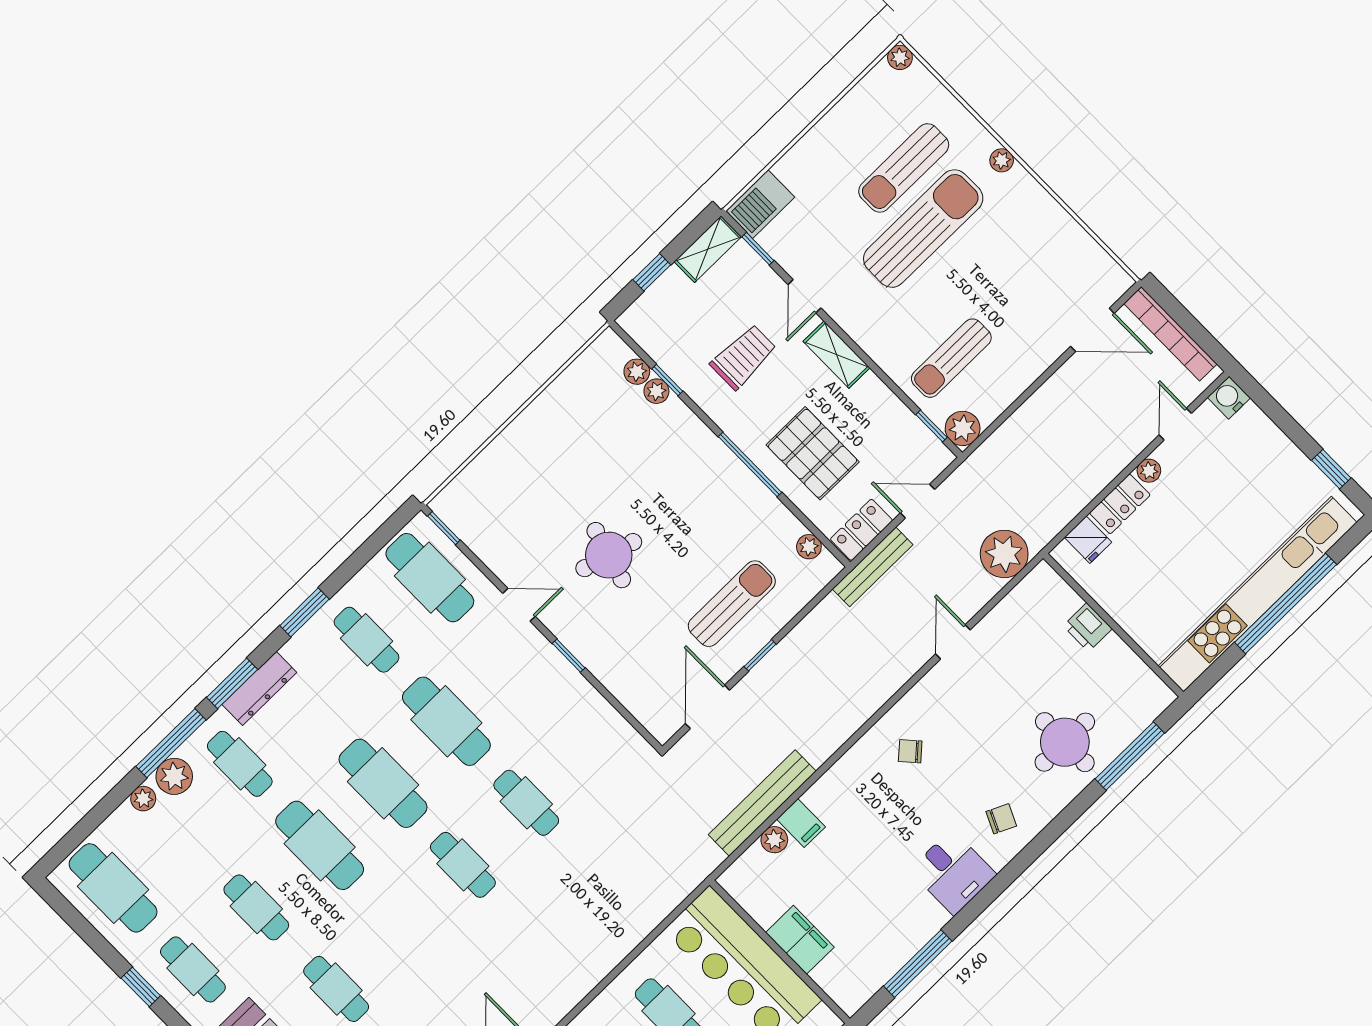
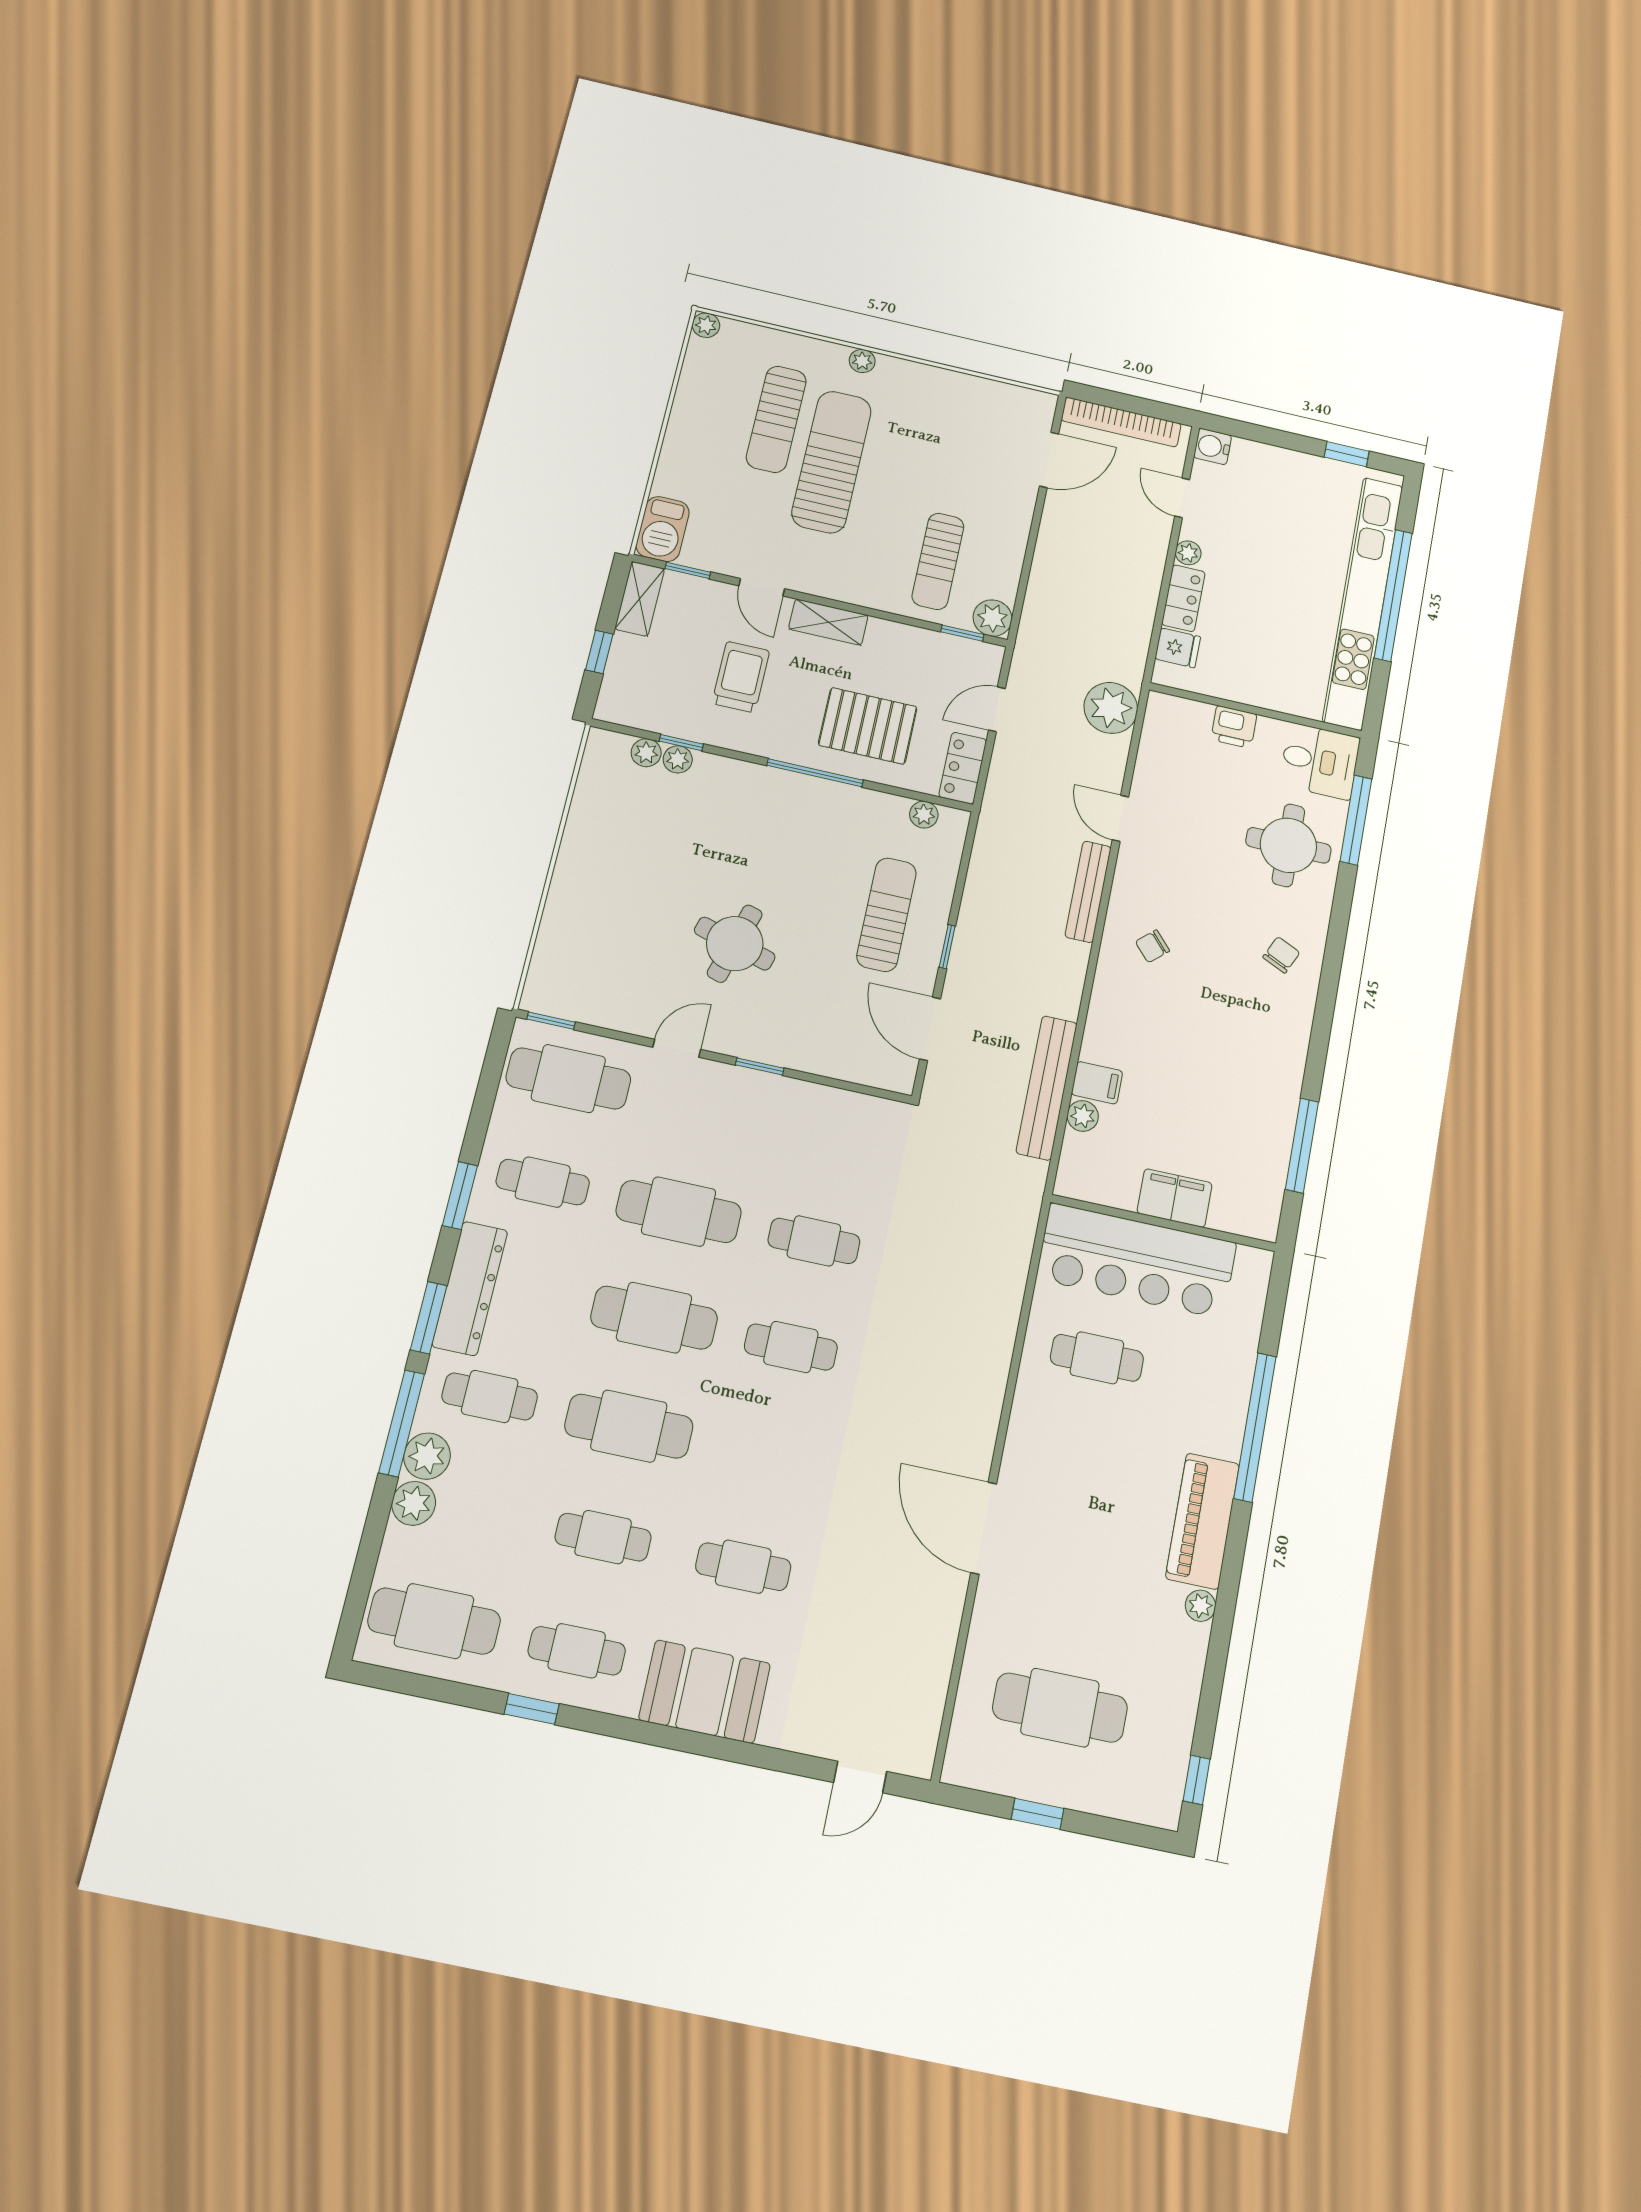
bench: (873, 567) -> (1088, 892), moved
dresser: (259, 688) -> (470, 1288), width x1.37, depth x1.24
plant: (143, 799) -> (414, 1503), width x1.38, depth x1.38
desk: (953, 872) -> (1320, 761), moved

